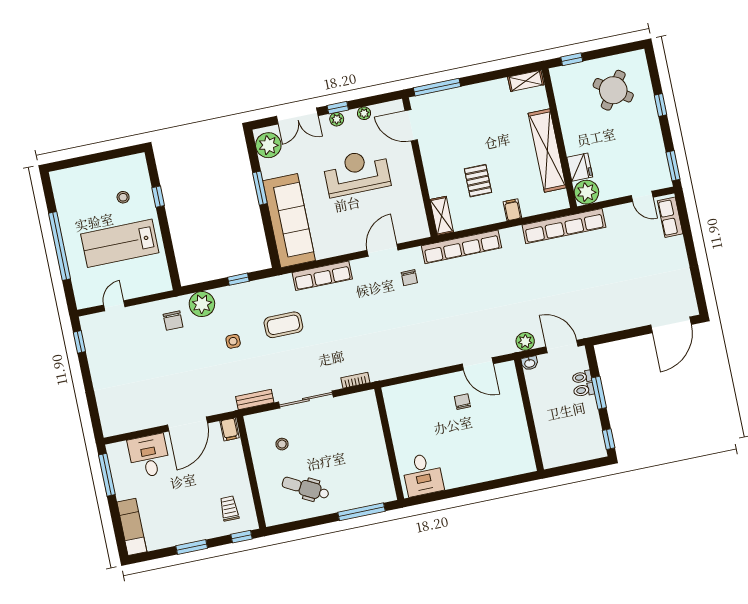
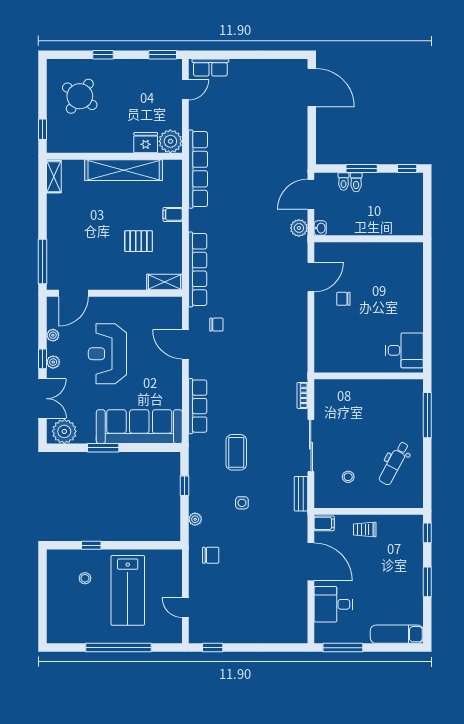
plant: (202, 304) -> (195, 519), width x0.53, depth x0.53
trolley: (229, 508) -> (365, 530), moved

